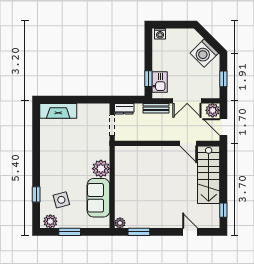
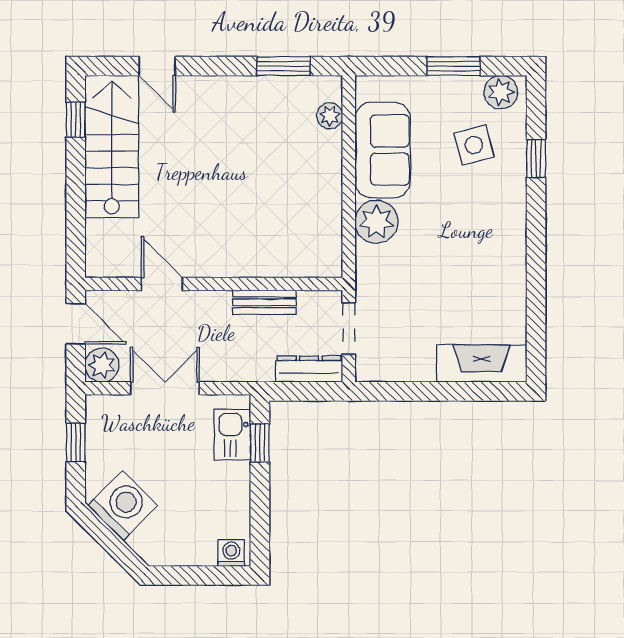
bench: (156, 108) -> (264, 302), moved
dresser: (124, 109) -> (309, 369), width x1.44
stairs: (209, 175) -> (112, 146), moved
plant: (120, 223) -> (330, 116), moved

